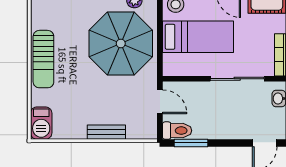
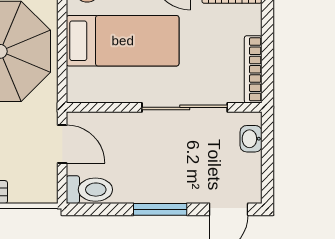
window: (191, 143) -> (160, 209), moved

